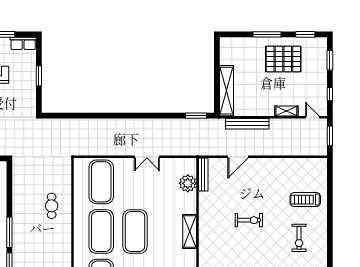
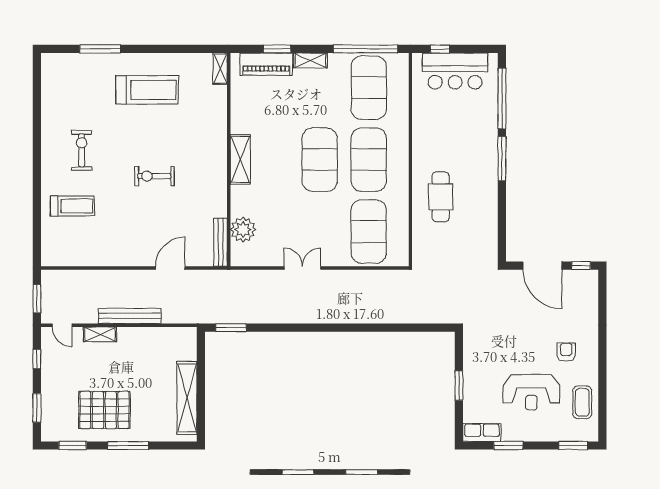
shelving: (226, 91) -> (187, 398), moved
bench: (247, 124) -> (130, 316), moved
cafe table: (52, 206) -> (441, 197), width x1.37, depth x1.35

